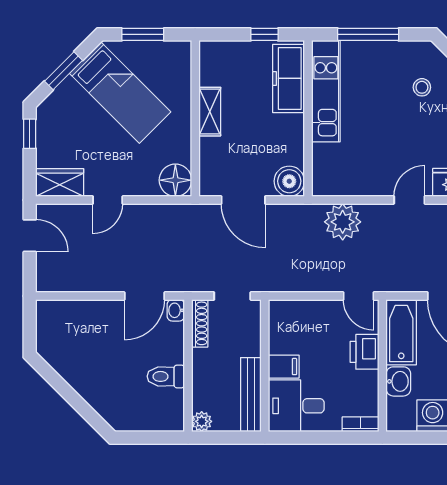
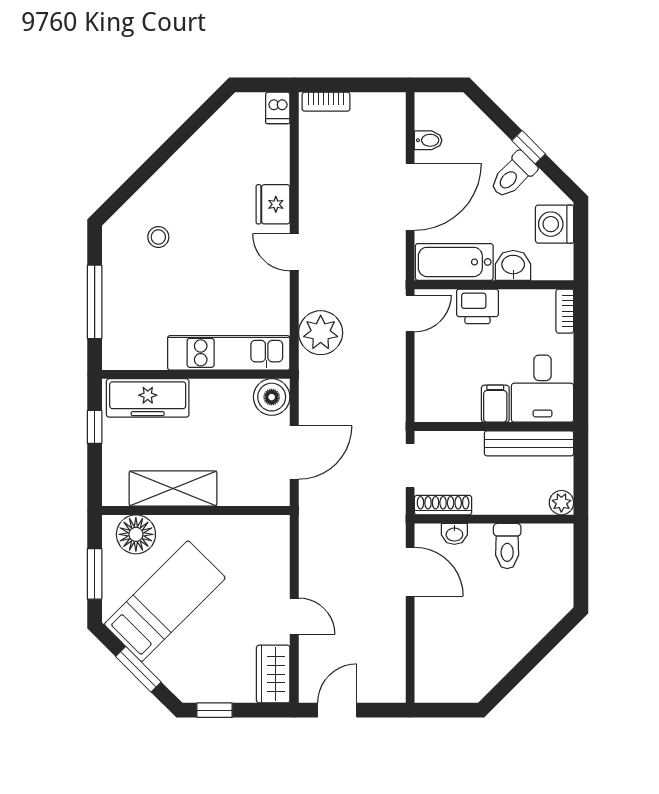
kitchen unit: (326, 91) -> (229, 353), moved
shelving: (210, 112) -> (173, 489), width x1.50, depth x1.33
floor lamp: (175, 180) -> (136, 534), moved
washbasin: (176, 310) -> (454, 534), moved

